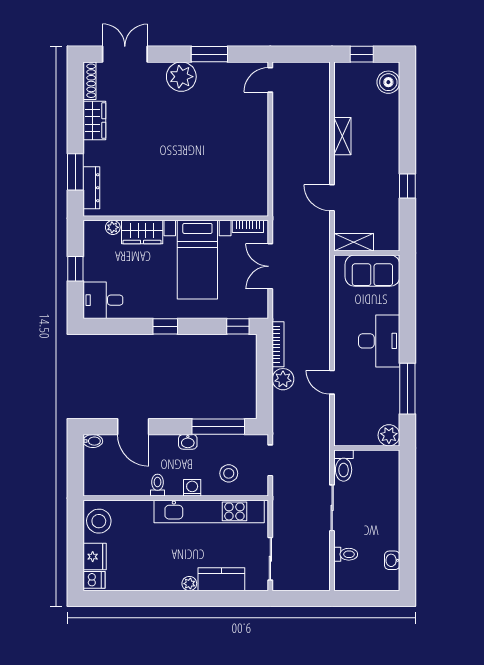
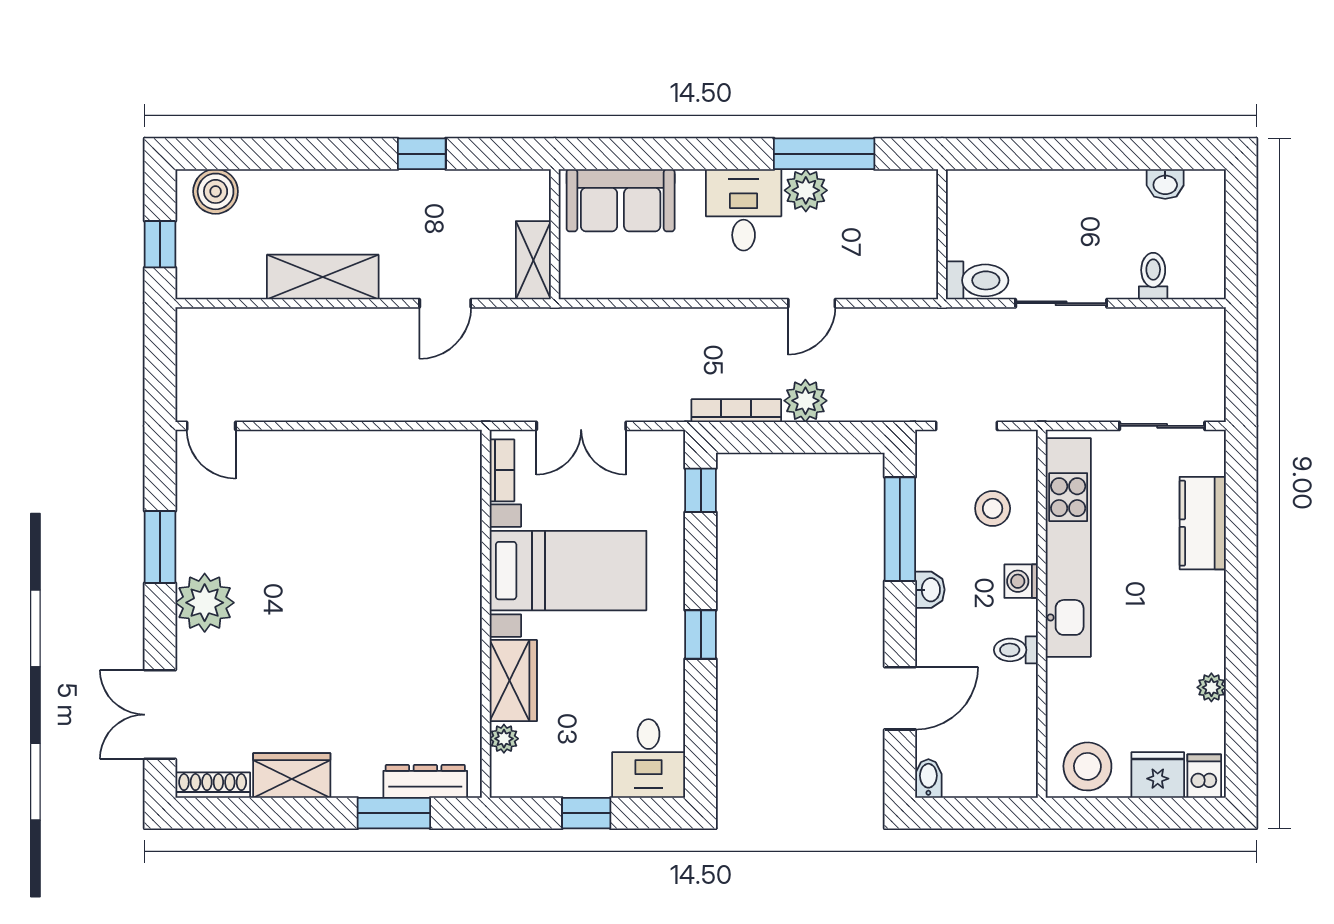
shelving: (342, 136) -> (323, 277), width x1.50, depth x1.33
sofa: (372, 271) -> (621, 200), moved, turned 90
desk: (379, 341) -> (744, 210), width x0.73
plant: (389, 435) -> (806, 190), moved
plant: (189, 584) -> (1211, 687), moved

